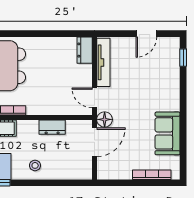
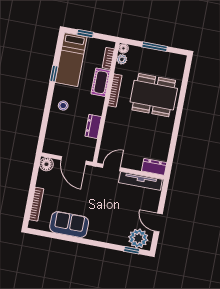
plant: (169, 53) -> (138, 238), added
floor lamp: (105, 119) -> (46, 164), moved

